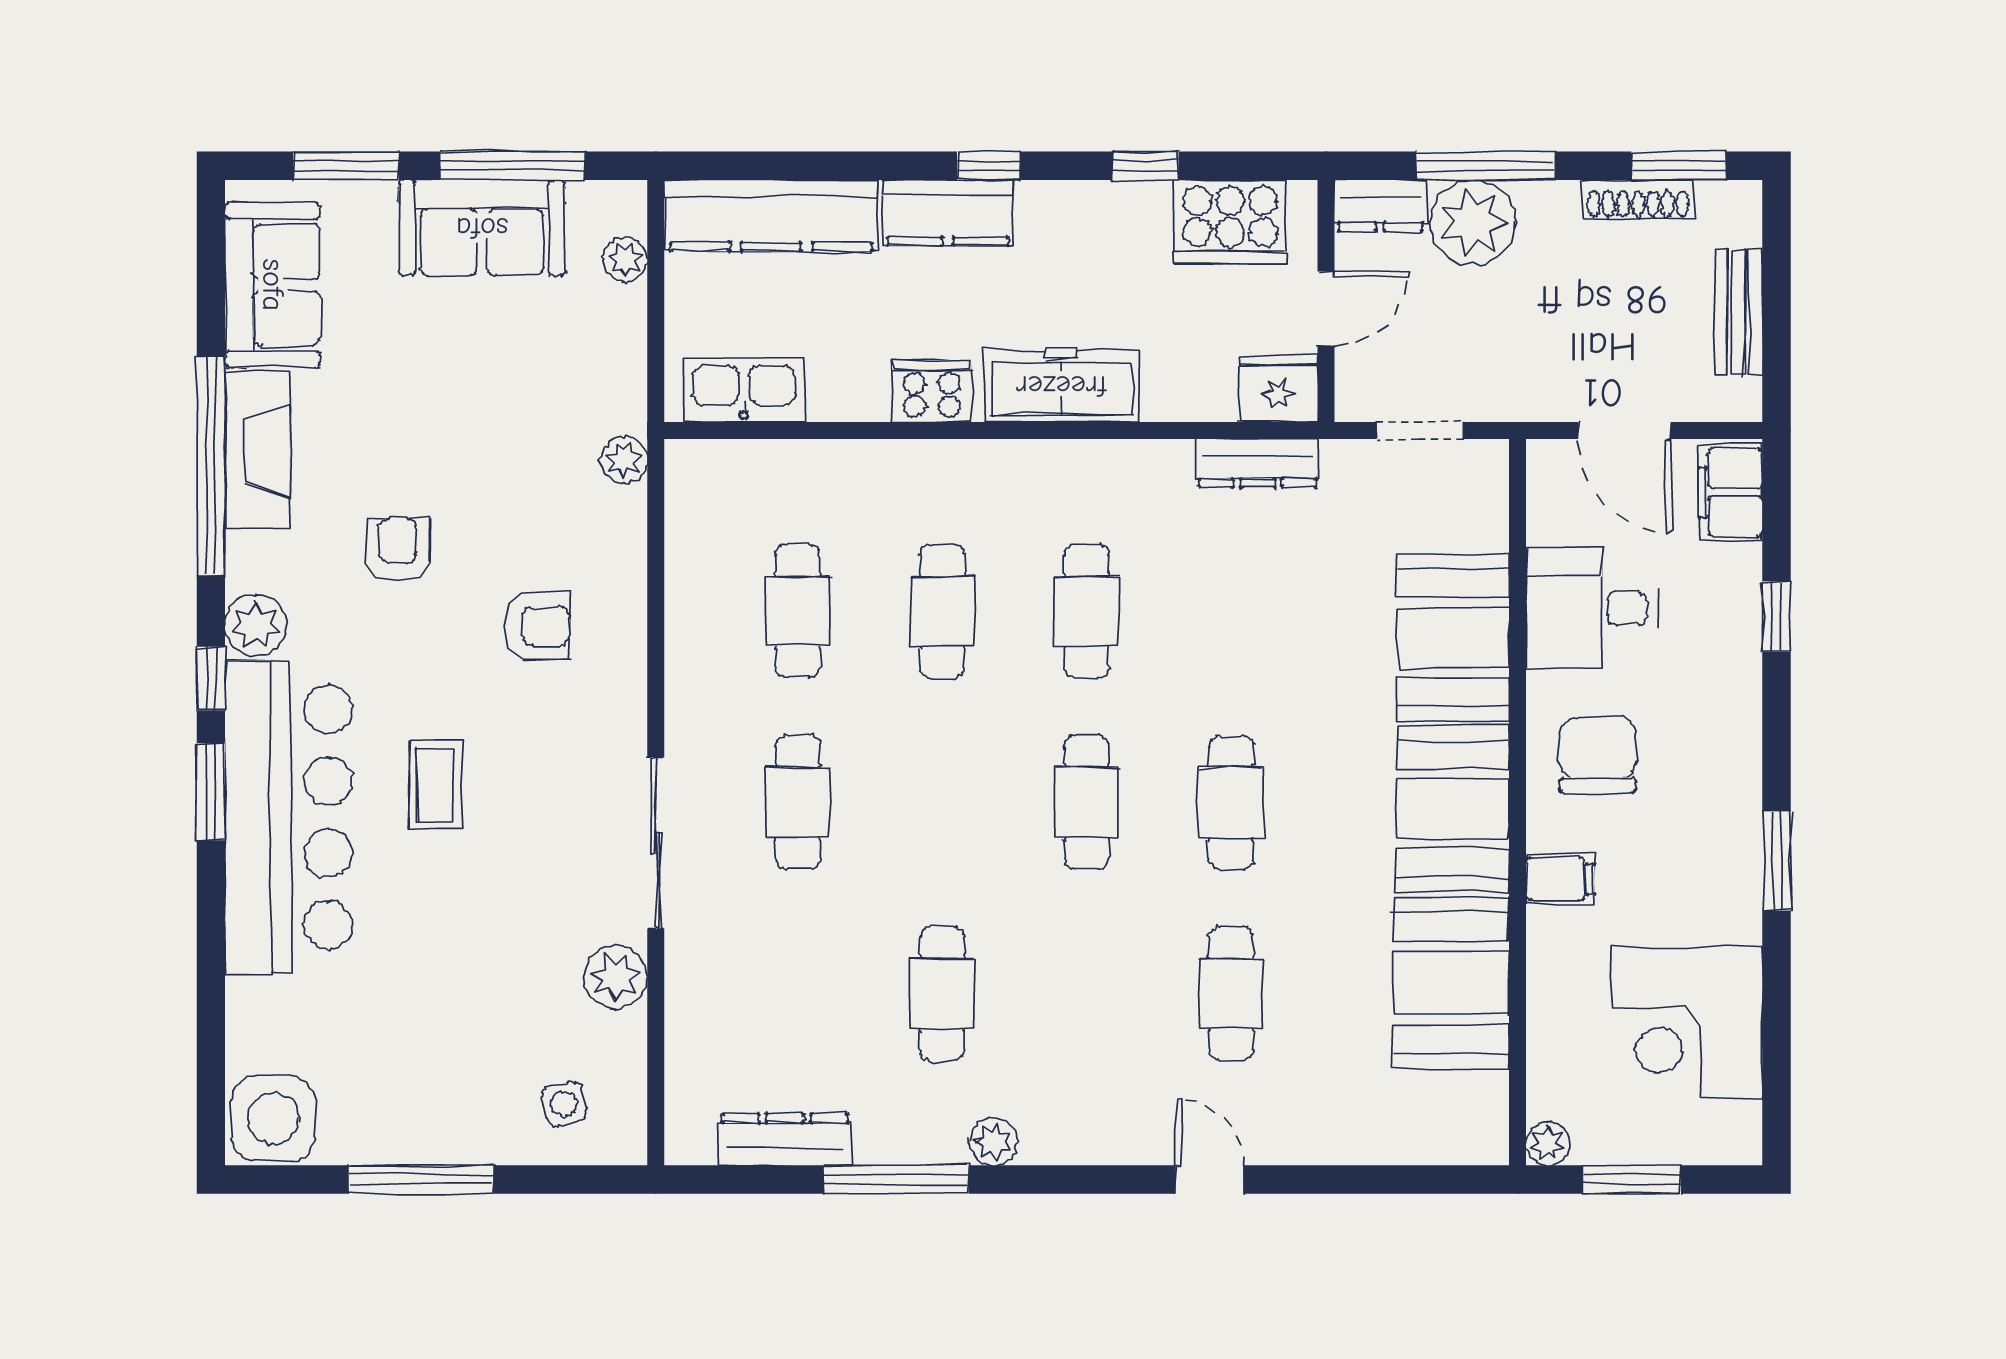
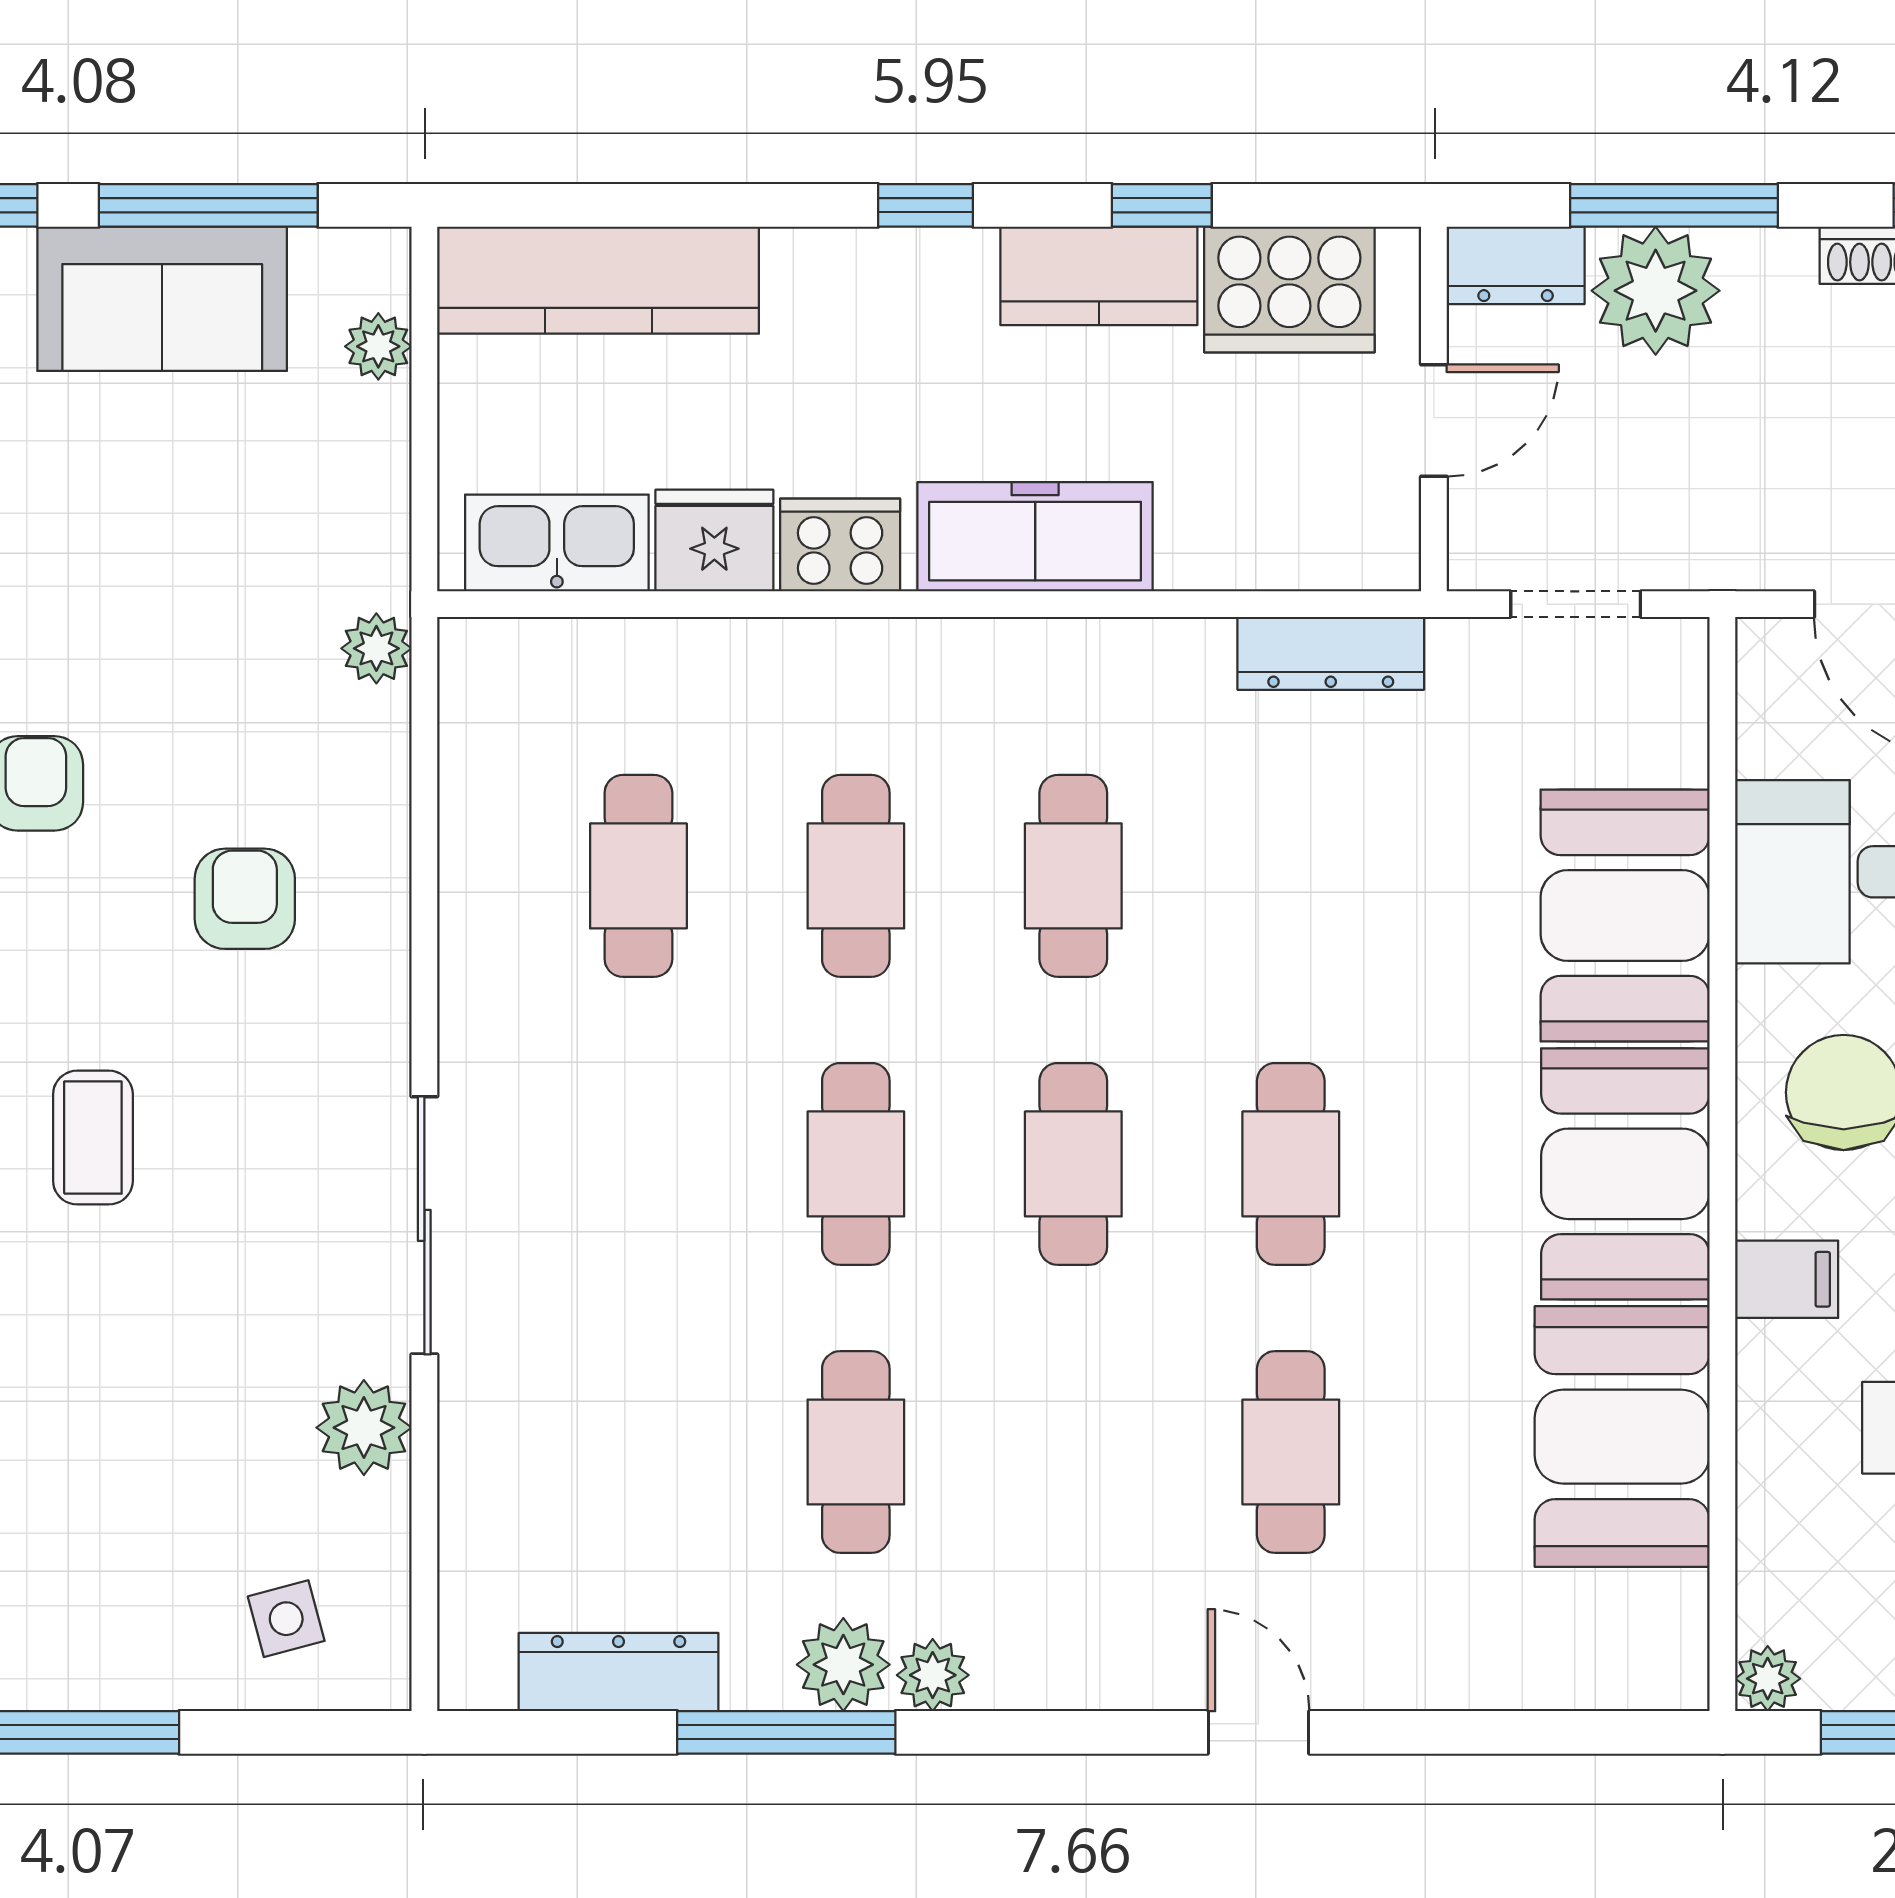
kitchen counter: (948, 213) -> (1099, 276), moved
fridge: (1278, 388) -> (714, 541), moved
armchair: (537, 626) -> (245, 899), turned -90
cafe table: (798, 802) -> (856, 1164), moved
plant: (934, 1134) -> (843, 1665), added

